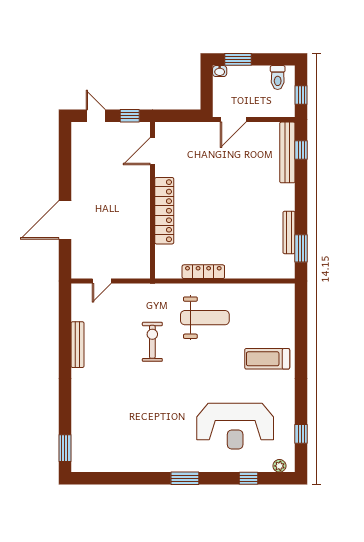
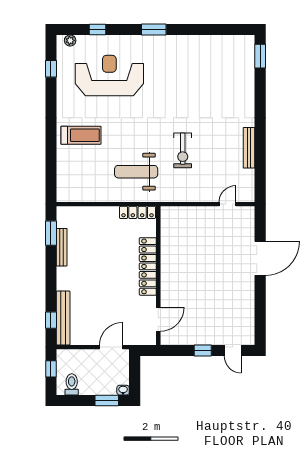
door: (153, 151) -> (158, 319), moved
wall: (153, 200) -> (158, 276), moved
locker: (164, 211) -> (148, 266), moved

